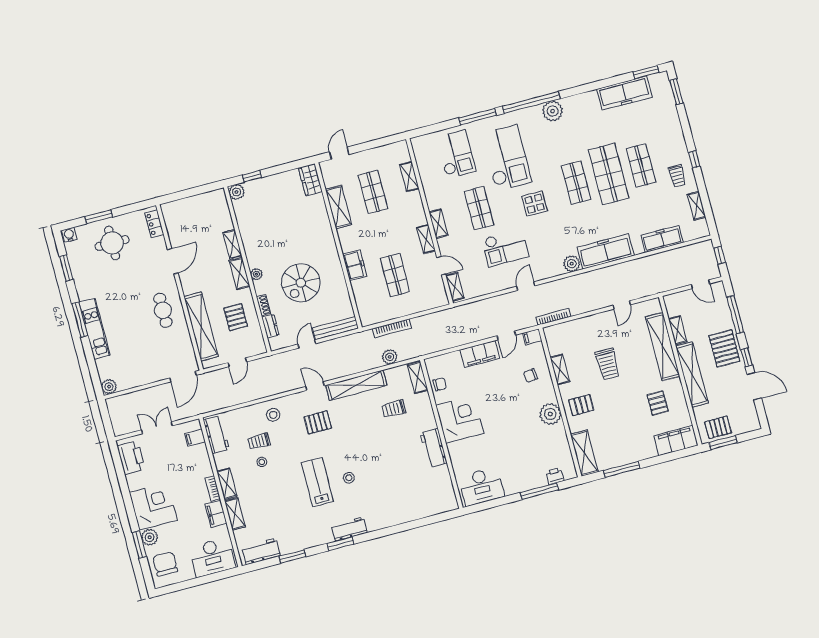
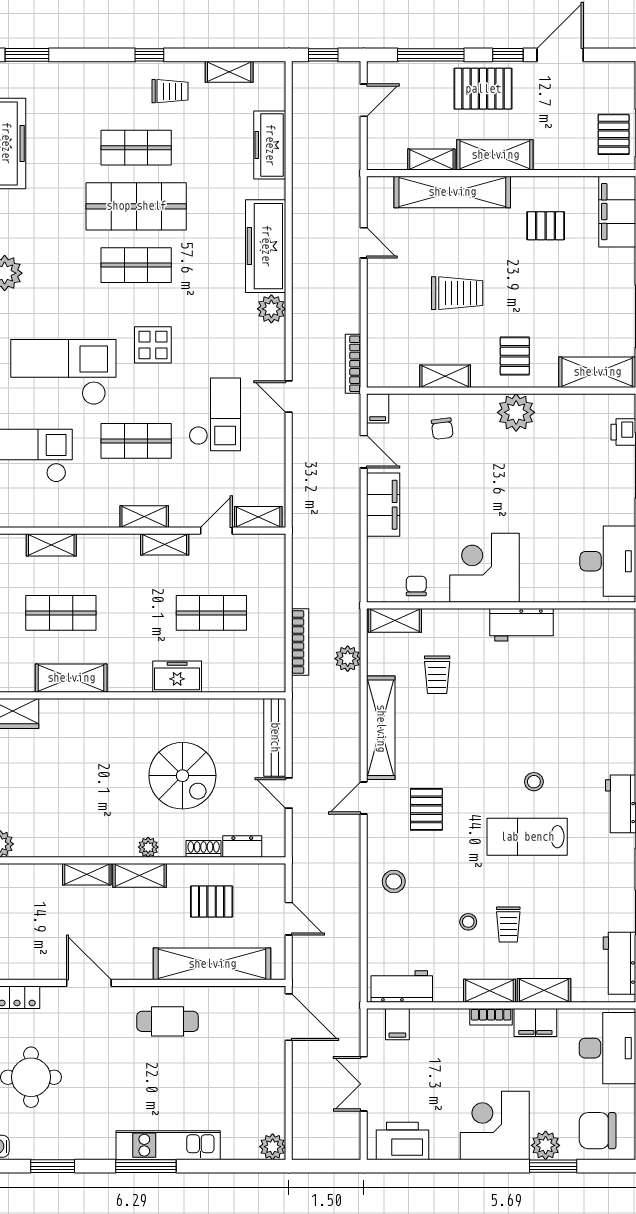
shelving: (692, 375) -> (495, 155), width x0.68
trolley: (259, 441) -> (508, 924), moved

